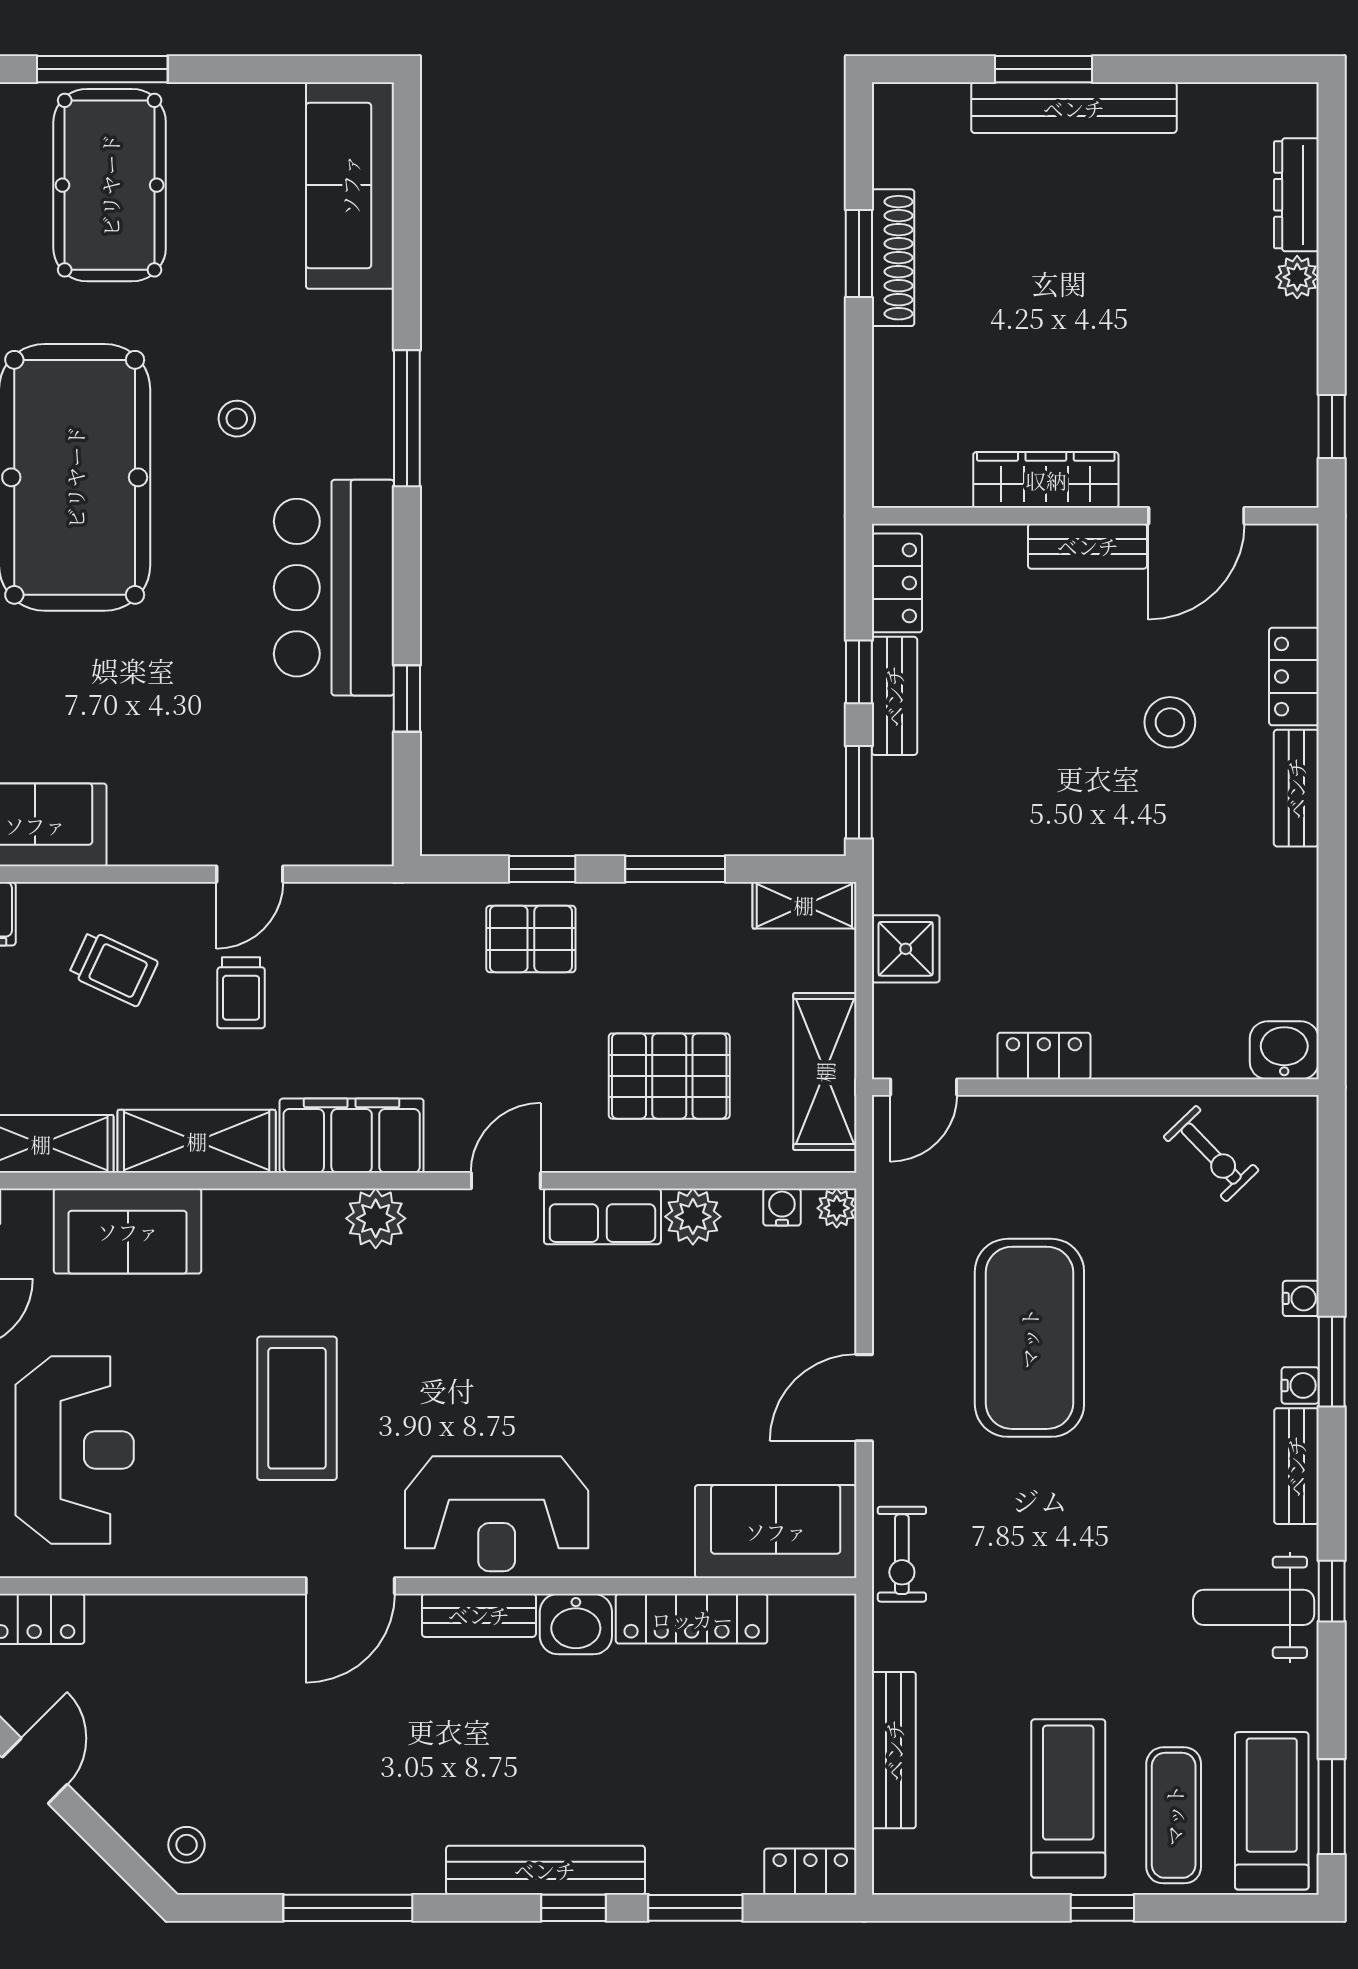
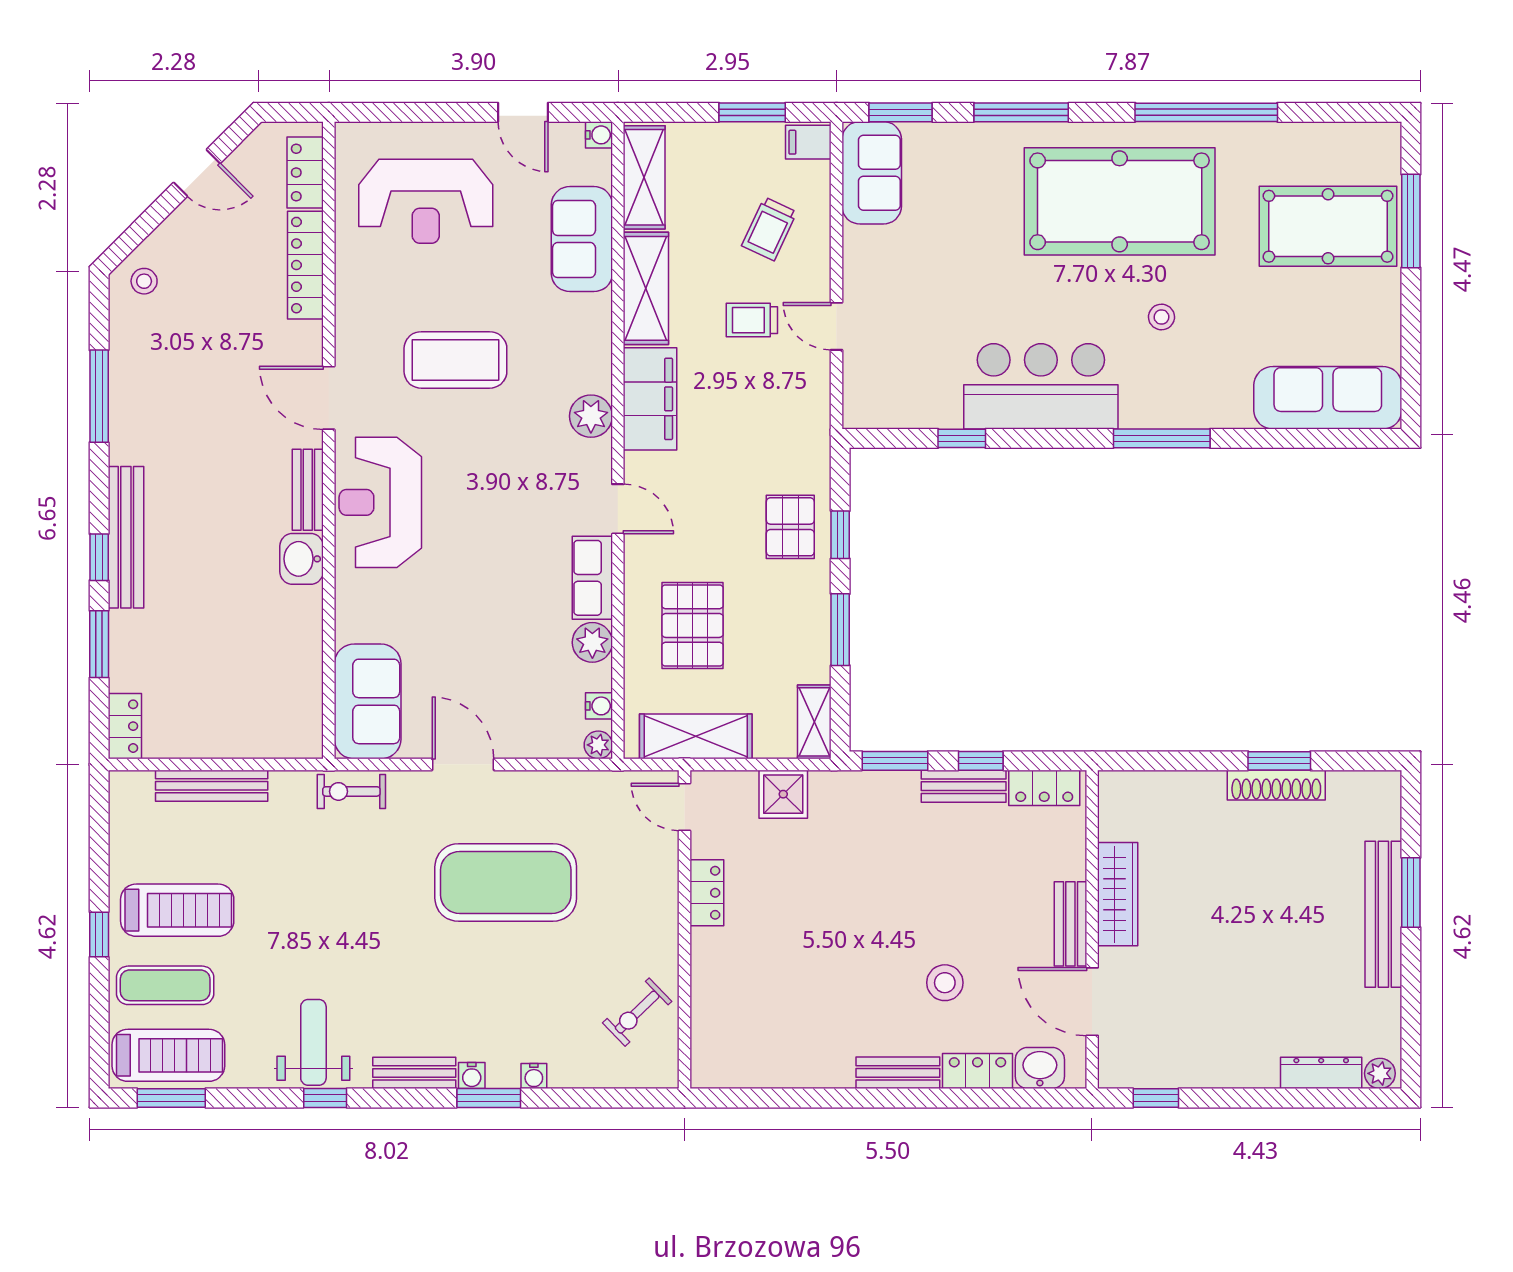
plant: (1297, 277) -> (1380, 1073), moved
washbasin: (1284, 1050) -> (1040, 1068), moved, turned -90
locker: (692, 1619) -> (305, 265), moved

